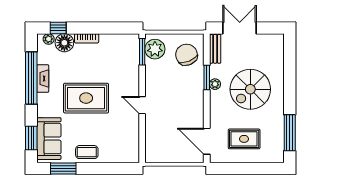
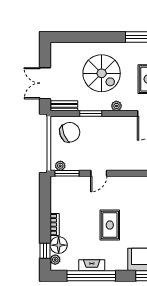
plant: (155, 49) -> (60, 166), width x0.53, depth x0.53
chair: (186, 55) -> (70, 132), turned 180
plant: (215, 84) -> (116, 106), moved
rug: (86, 98) -> (110, 225), width x0.73, depth x0.70
door: (142, 105) -> (99, 173), moved

